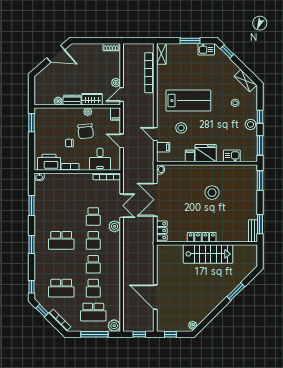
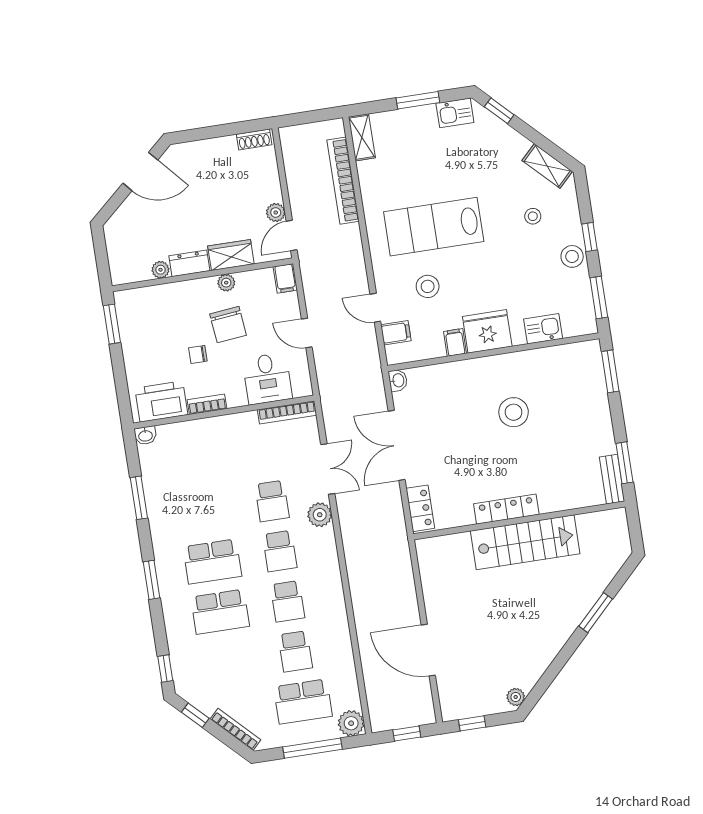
lab bench: (188, 101) -> (434, 227), turned 180
school desk: (61, 288) -> (220, 612), moved

